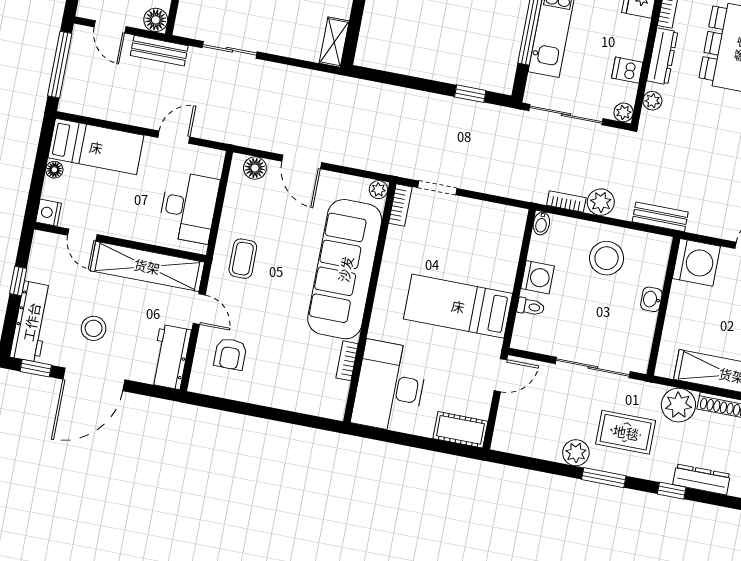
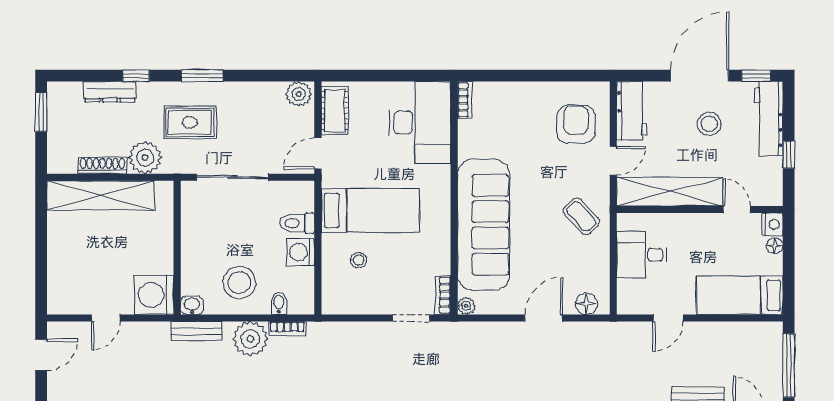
door: (302, 162) -> (544, 318), hinge flipped
floor lamp: (54, 170) -> (775, 246), moved
plant: (601, 202) -> (250, 339), width x1.36, depth x1.36
desk: (189, 207) -> (642, 255), width x0.73
bidet: (541, 223) -> (279, 303), moved
stool: (480, 258) -> (359, 260), added
coffee table: (243, 259) -> (581, 216), turned -43
washbasin: (651, 299) -> (192, 305), moved, turned -90
toilet: (531, 307) -> (297, 223), width x1.37, depth x1.39
door: (199, 309) -> (613, 161), swing flipped
armchair: (230, 354) -> (576, 124), width x1.38, depth x1.38
bookcase: (347, 361) -> (465, 100), moved
cot: (460, 430) -> (335, 111), moved, turned 90
plant: (576, 453) -> (299, 94), moved

